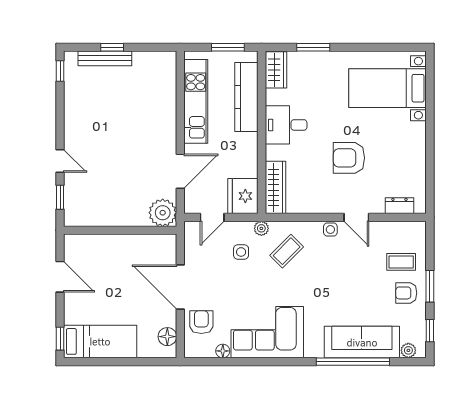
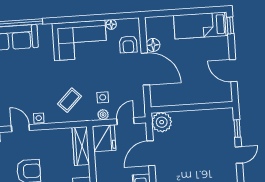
door: (60, 161) -> (239, 155), swing flipped
plant: (261, 228) -> (103, 115), moved
floor lamp: (167, 337) -> (153, 45), moved

